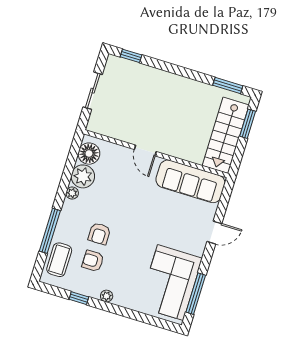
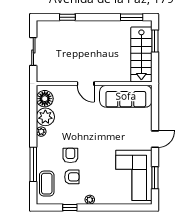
window: (131, 56) -> (67, 17), moved
door: (214, 233) -> (155, 139), moved
armchair: (99, 234) -> (70, 155), turned 180
armchair: (93, 261) -> (72, 177), turned 180
window: (196, 294) -> (155, 178), width x0.69

